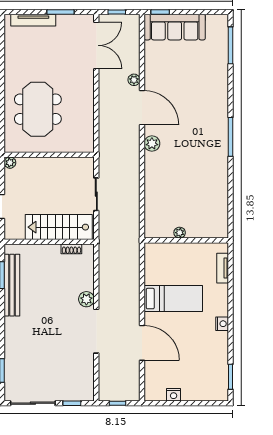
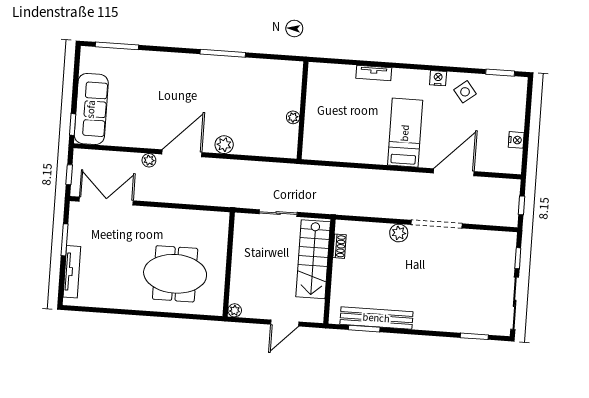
plant: (180, 233) -> (293, 117), moved
wall: (186, 240) -> (303, 110), moved
side table: (212, 348) -> (465, 92), added

